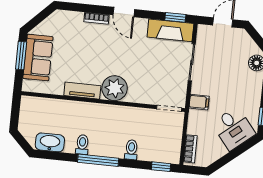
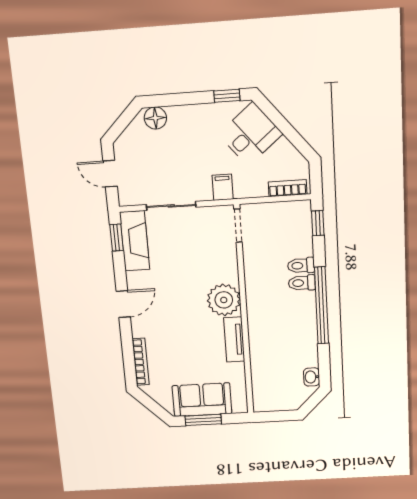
bookcase: (96, 18) -> (141, 362), moved, width x1.56
washbasin: (50, 142) -> (312, 377), width x0.52, depth x0.69
toilet: (82, 145) -> (302, 283), moved
window: (98, 160) -> (321, 306), width x1.46

